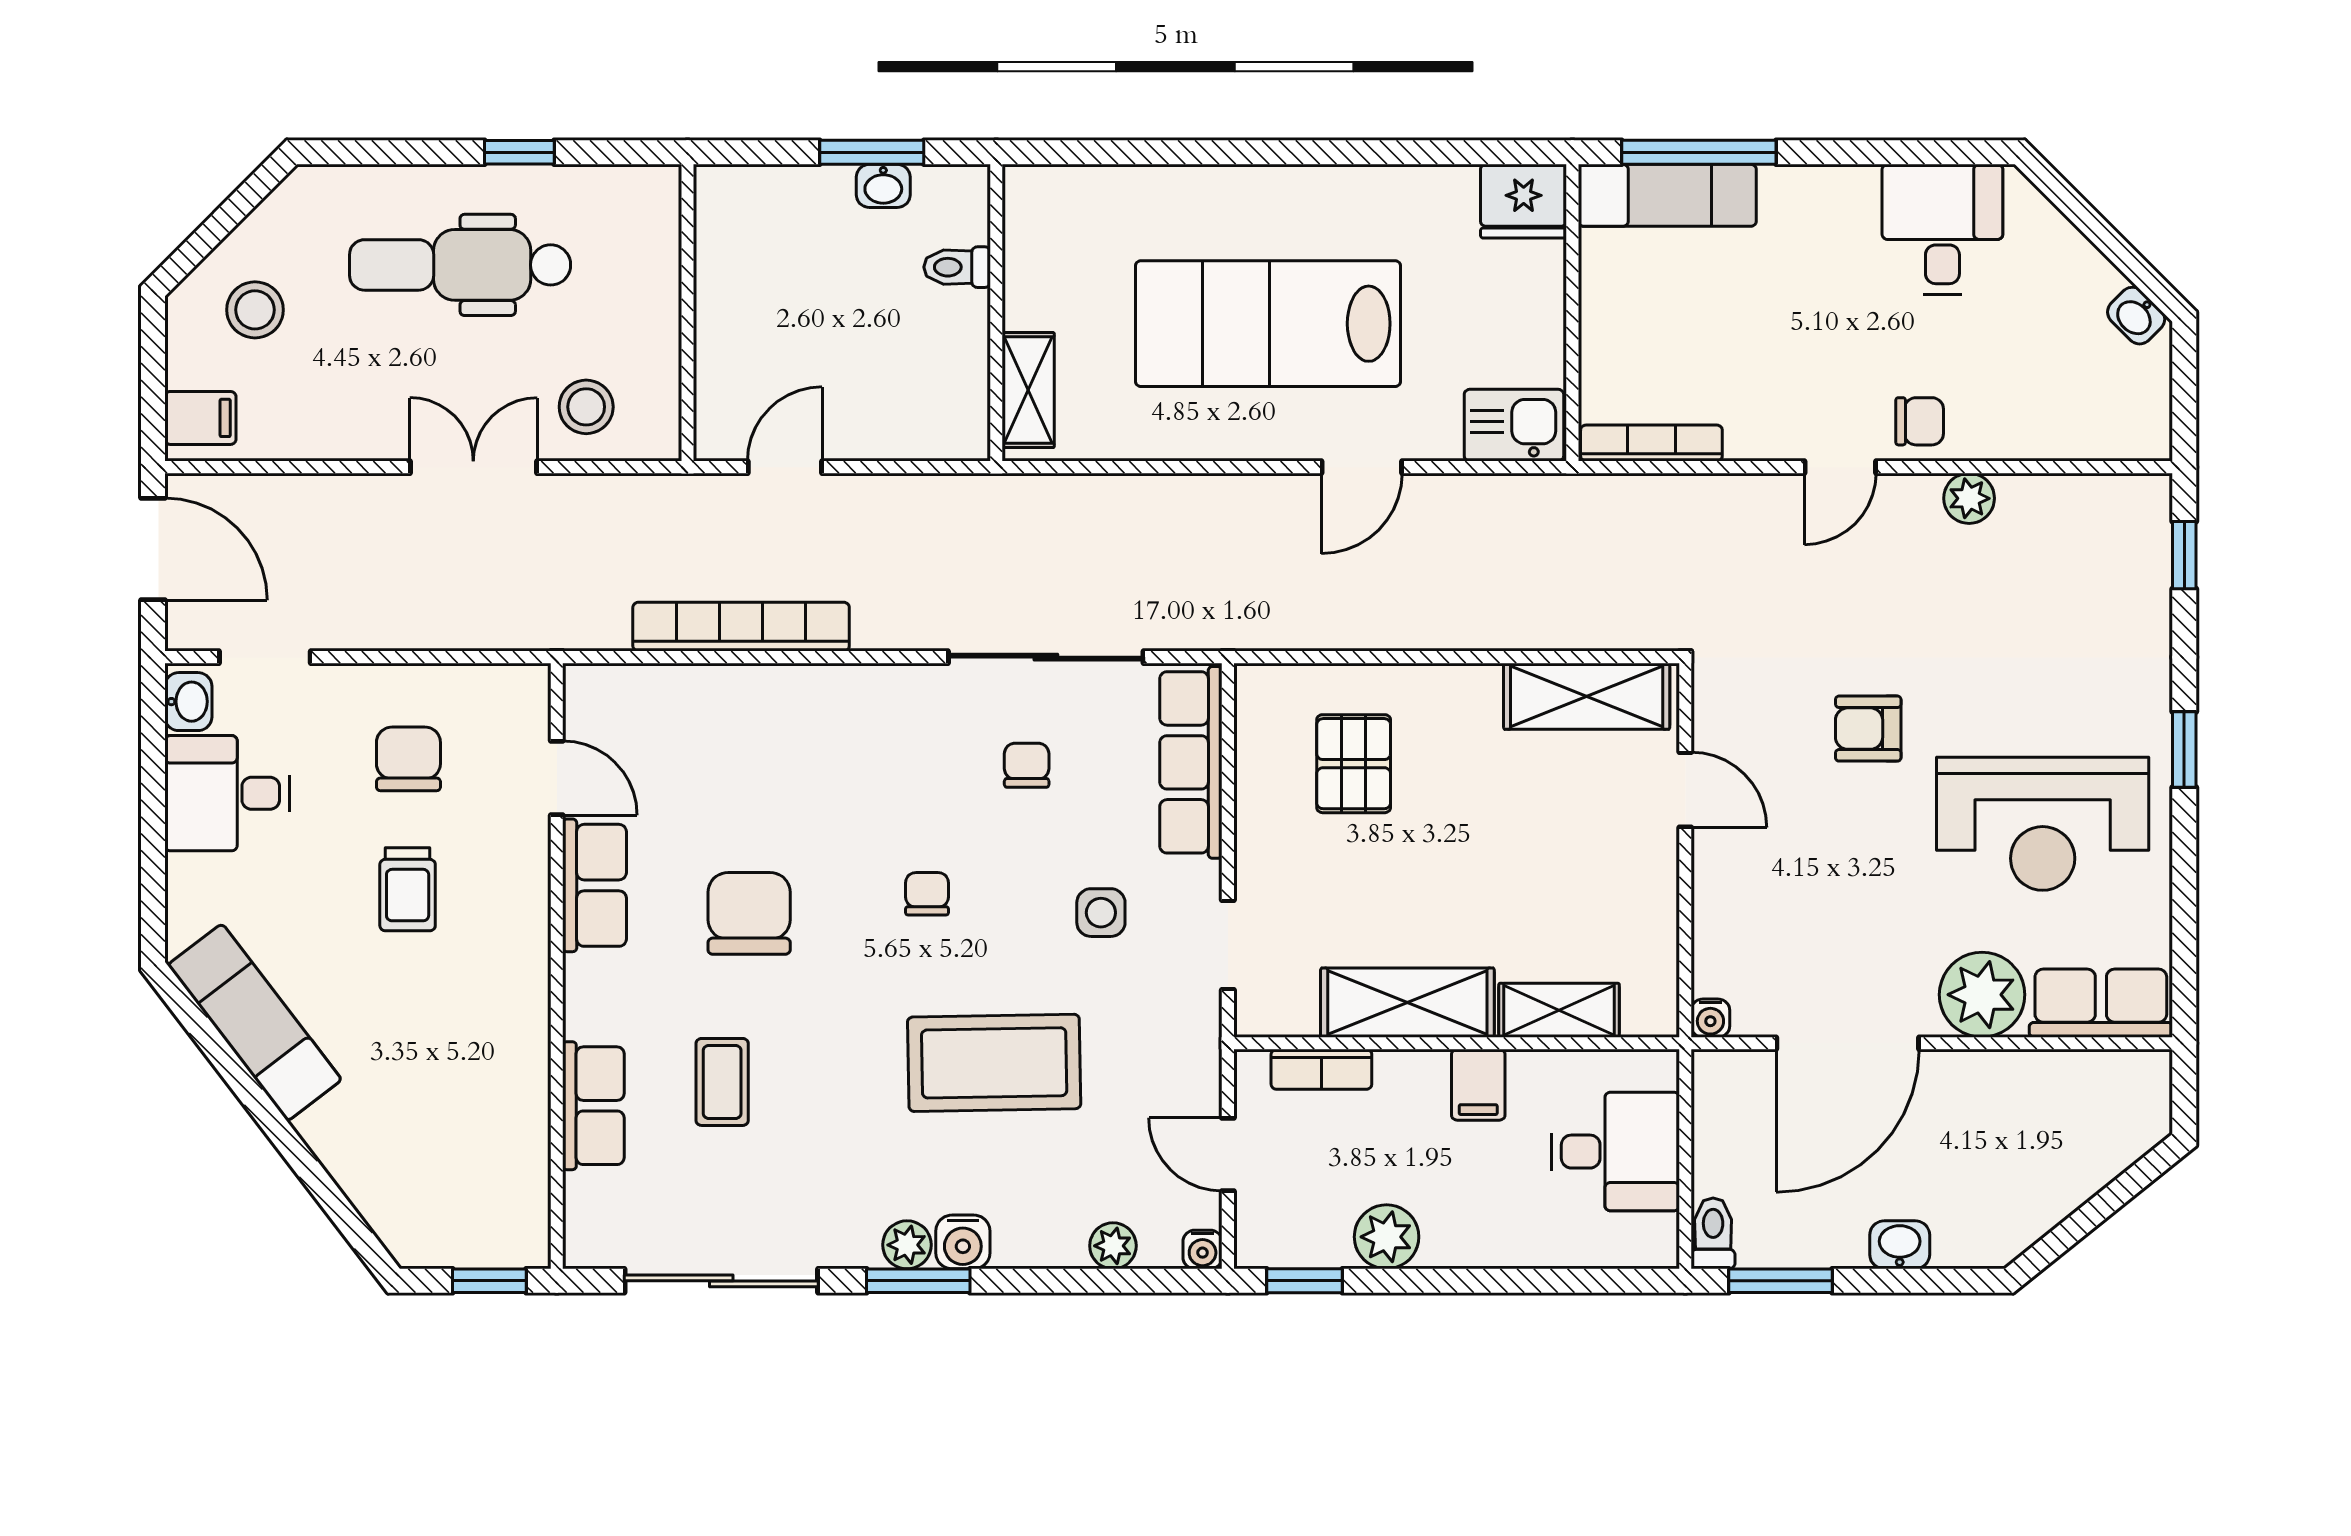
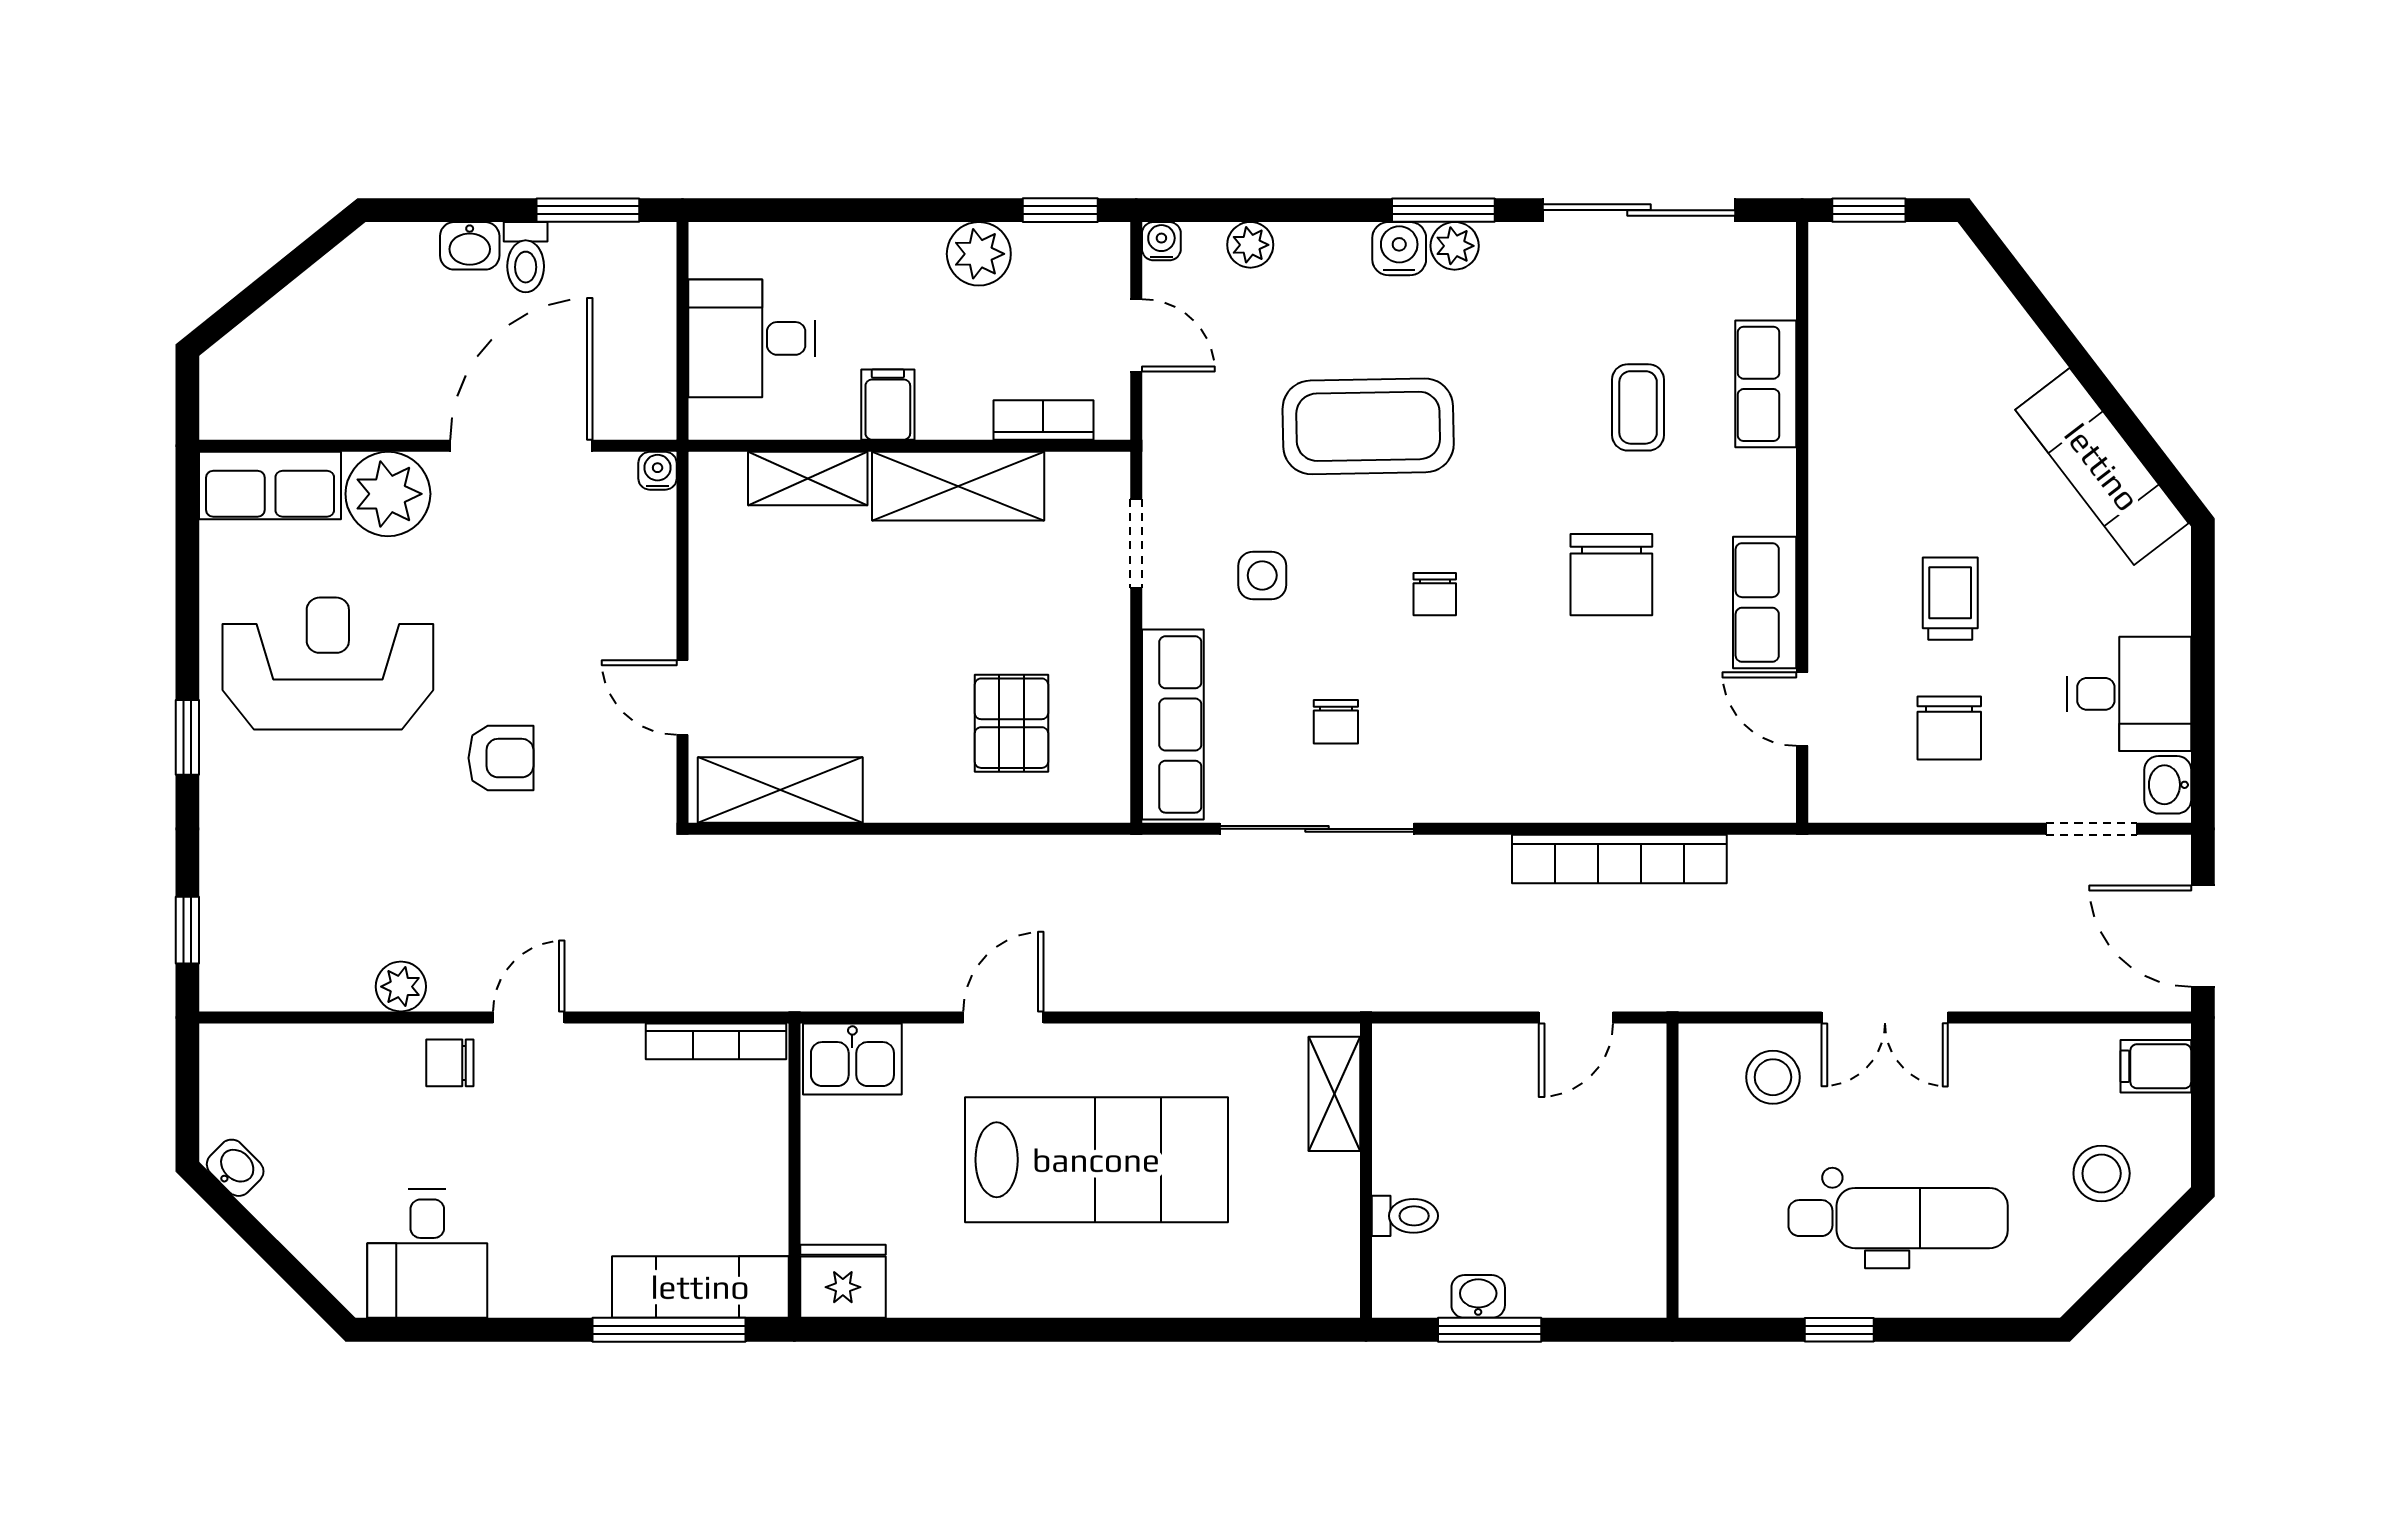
toilet: (1713, 1233) -> (526, 257), moved

